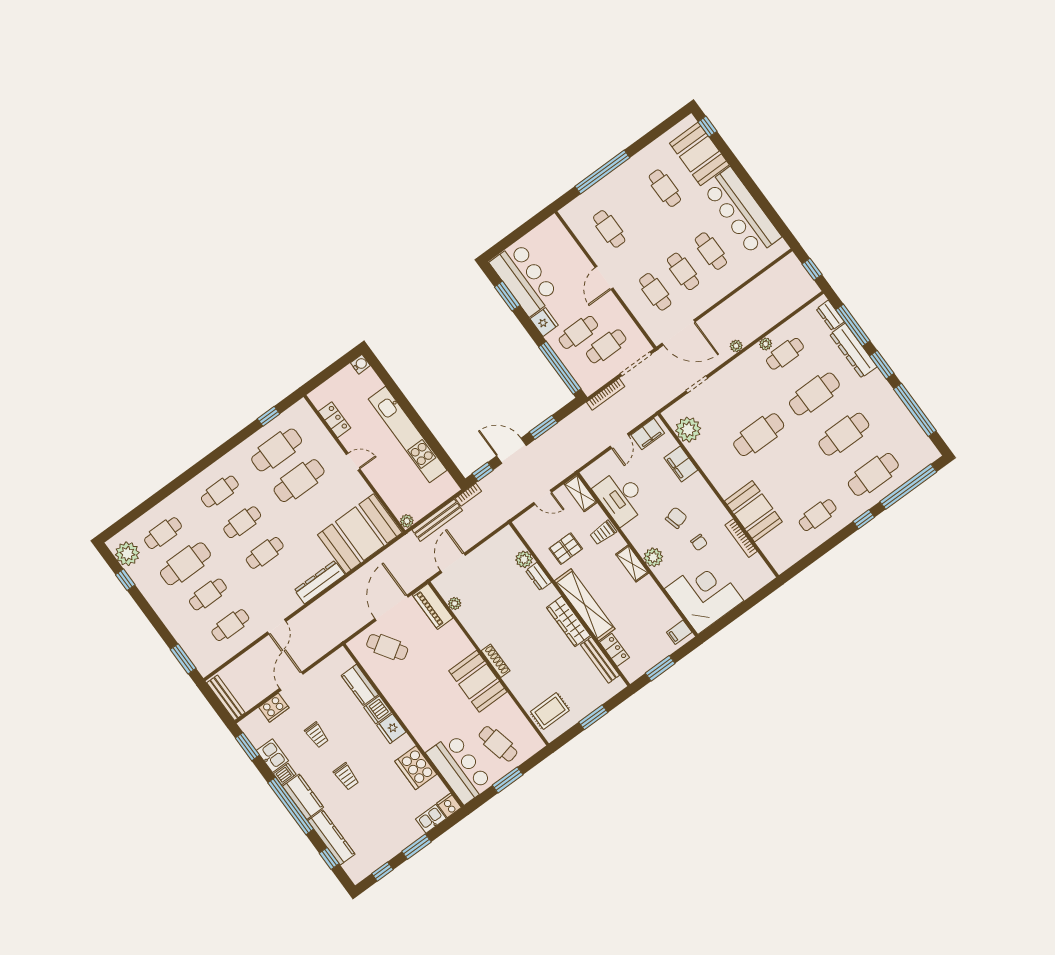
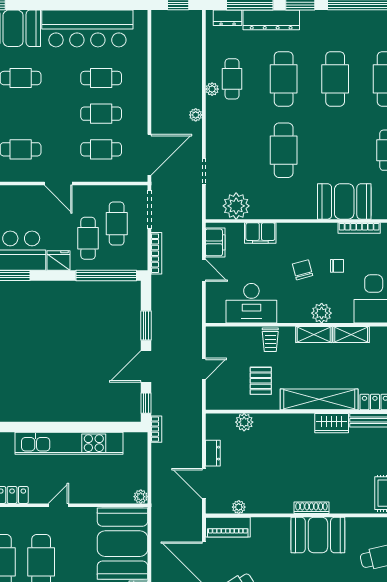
shelving: (581, 493) -> (351, 335), moved
bench: (437, 520) -> (159, 471), removed
dresser: (538, 576) -> (213, 453), moved, turned -90
wardrobe: (568, 622) -> (332, 423), width x0.67

